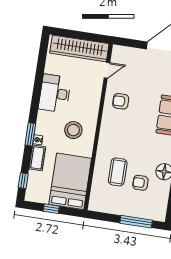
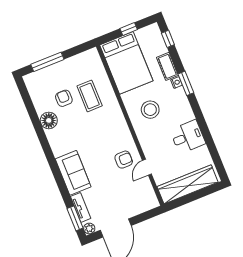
door: (107, 70) -> (147, 167), moved
desk: (55, 93) -> (188, 137), width x0.73
armchair: (140, 183) -> (64, 98), turned -90

